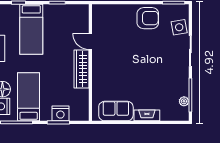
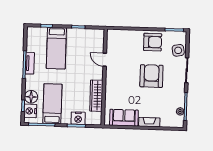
armchair: (148, 59) -> (151, 76), added
wardrobe: (82, 69) -> (96, 96), moved

